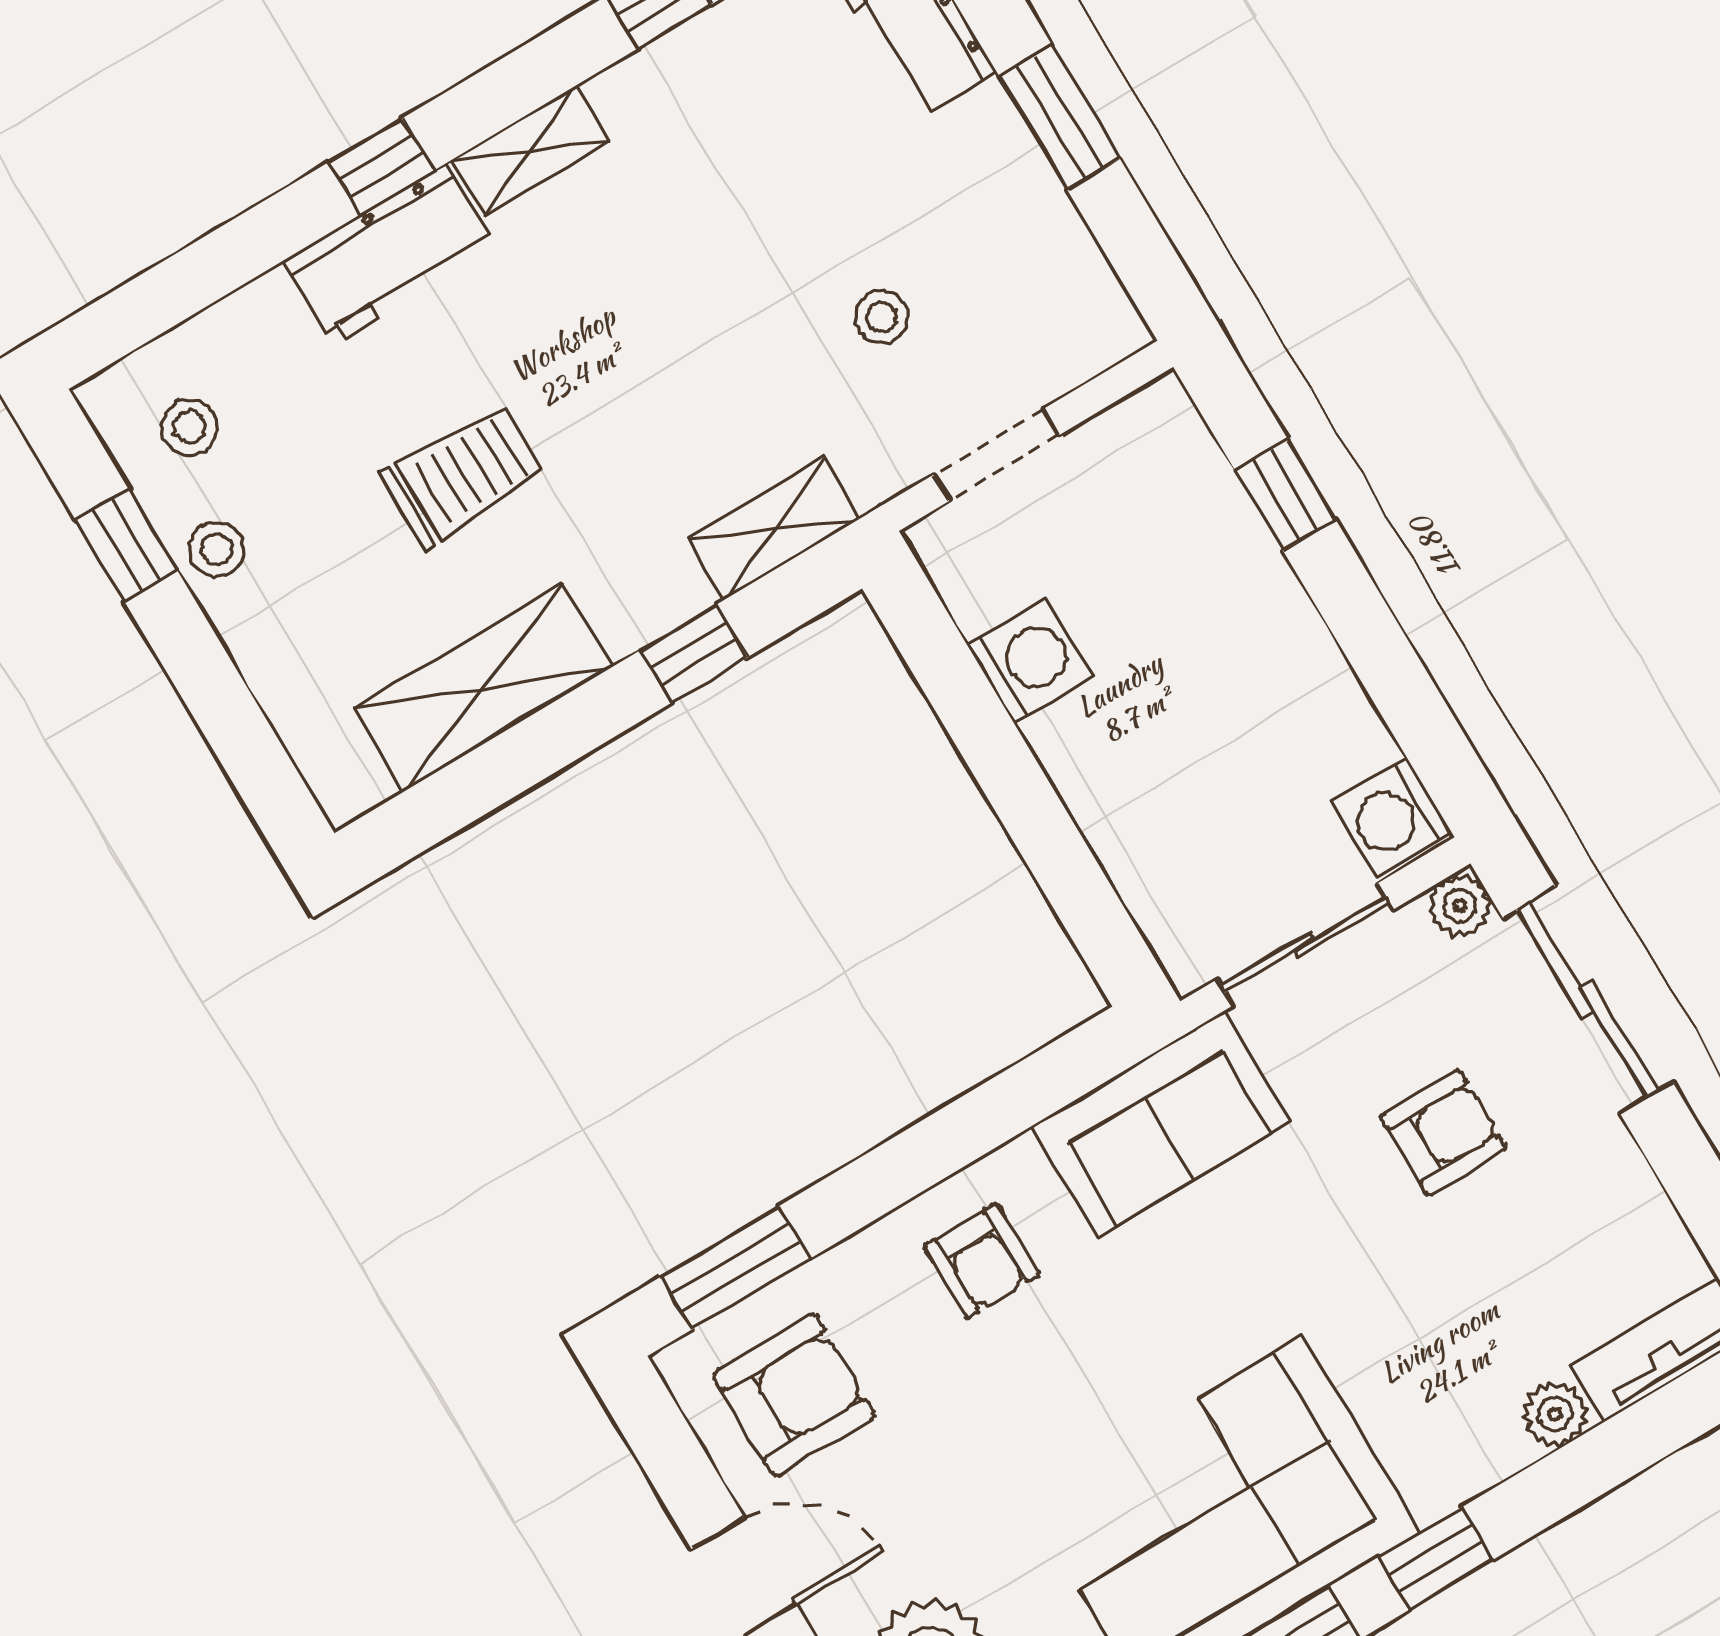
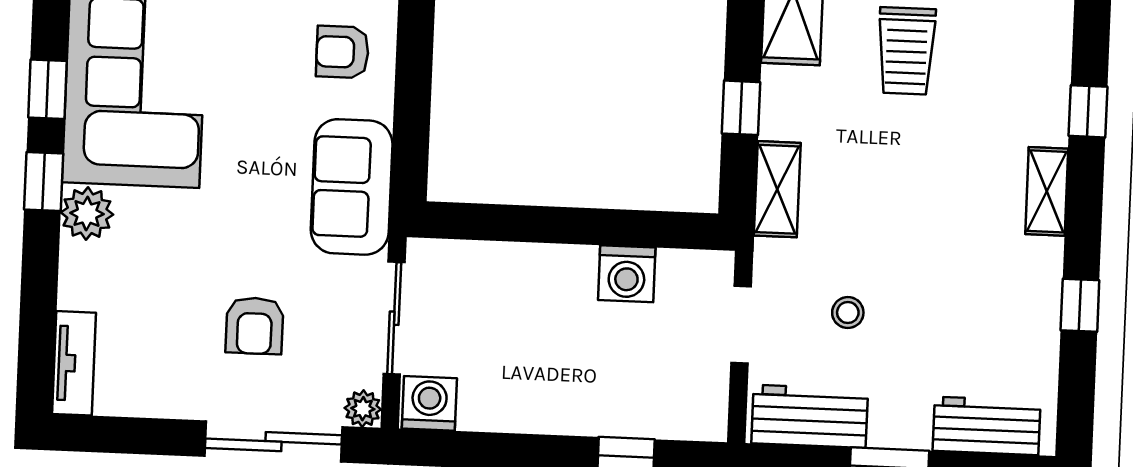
workbench: (389, 254) -> (810, 416), moved, turned 90
plant: (1555, 1414) -> (87, 213), moved, width x1.38, depth x1.38

